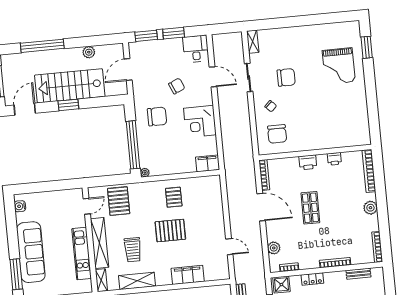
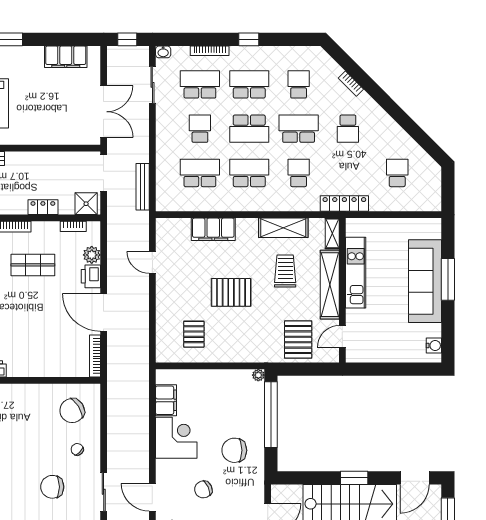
chair: (277, 134) -> (72, 411), turned -122
printer: (308, 162) -> (91, 276), moved, turned -90
filing cabinet: (208, 163) -> (166, 400), moved, turned -90
pallet: (174, 197) -> (194, 334), moved
shop shelf: (310, 208) -> (33, 265), moved, turned 90
window: (16, 274) -> (448, 279), moved

